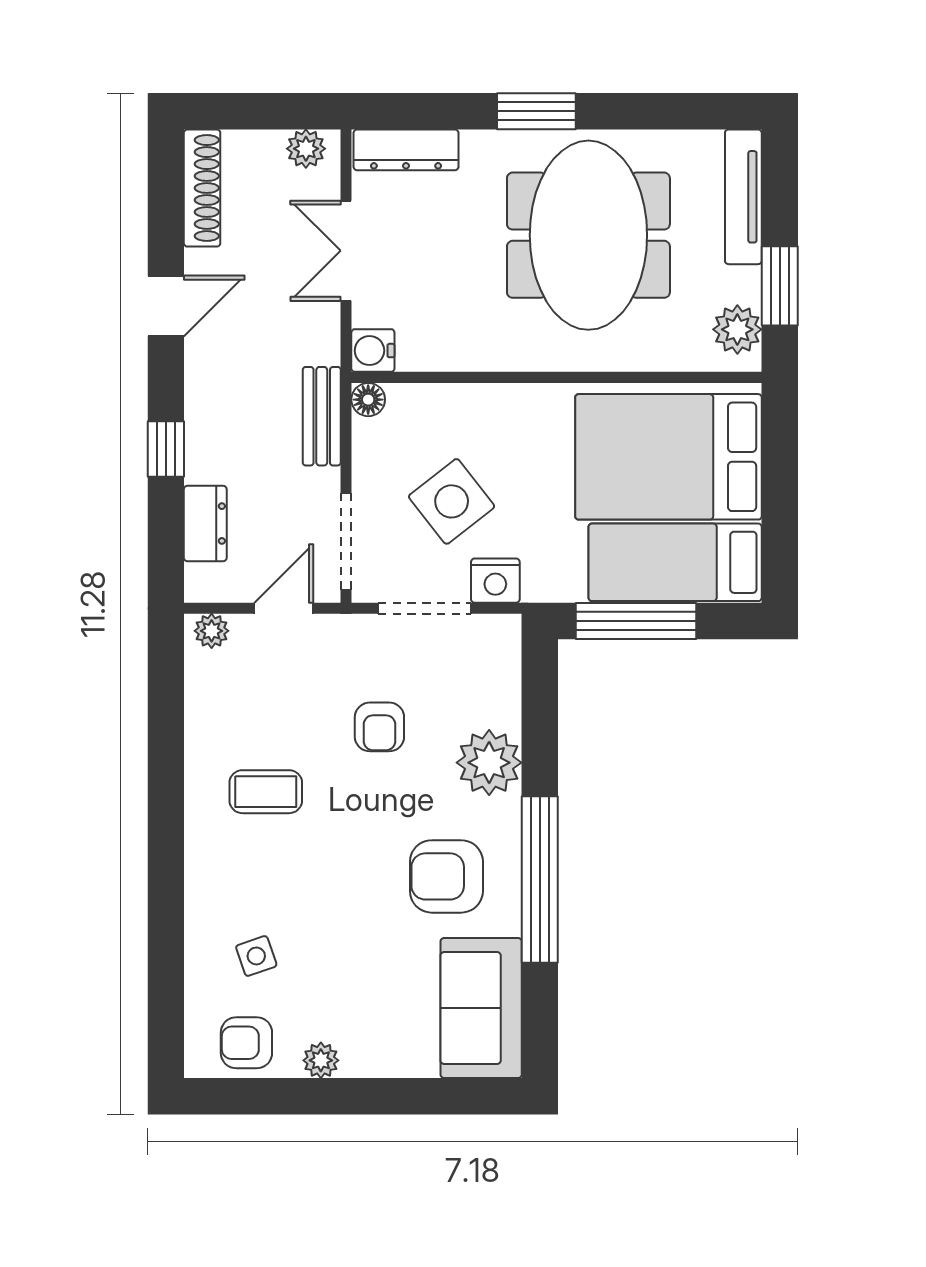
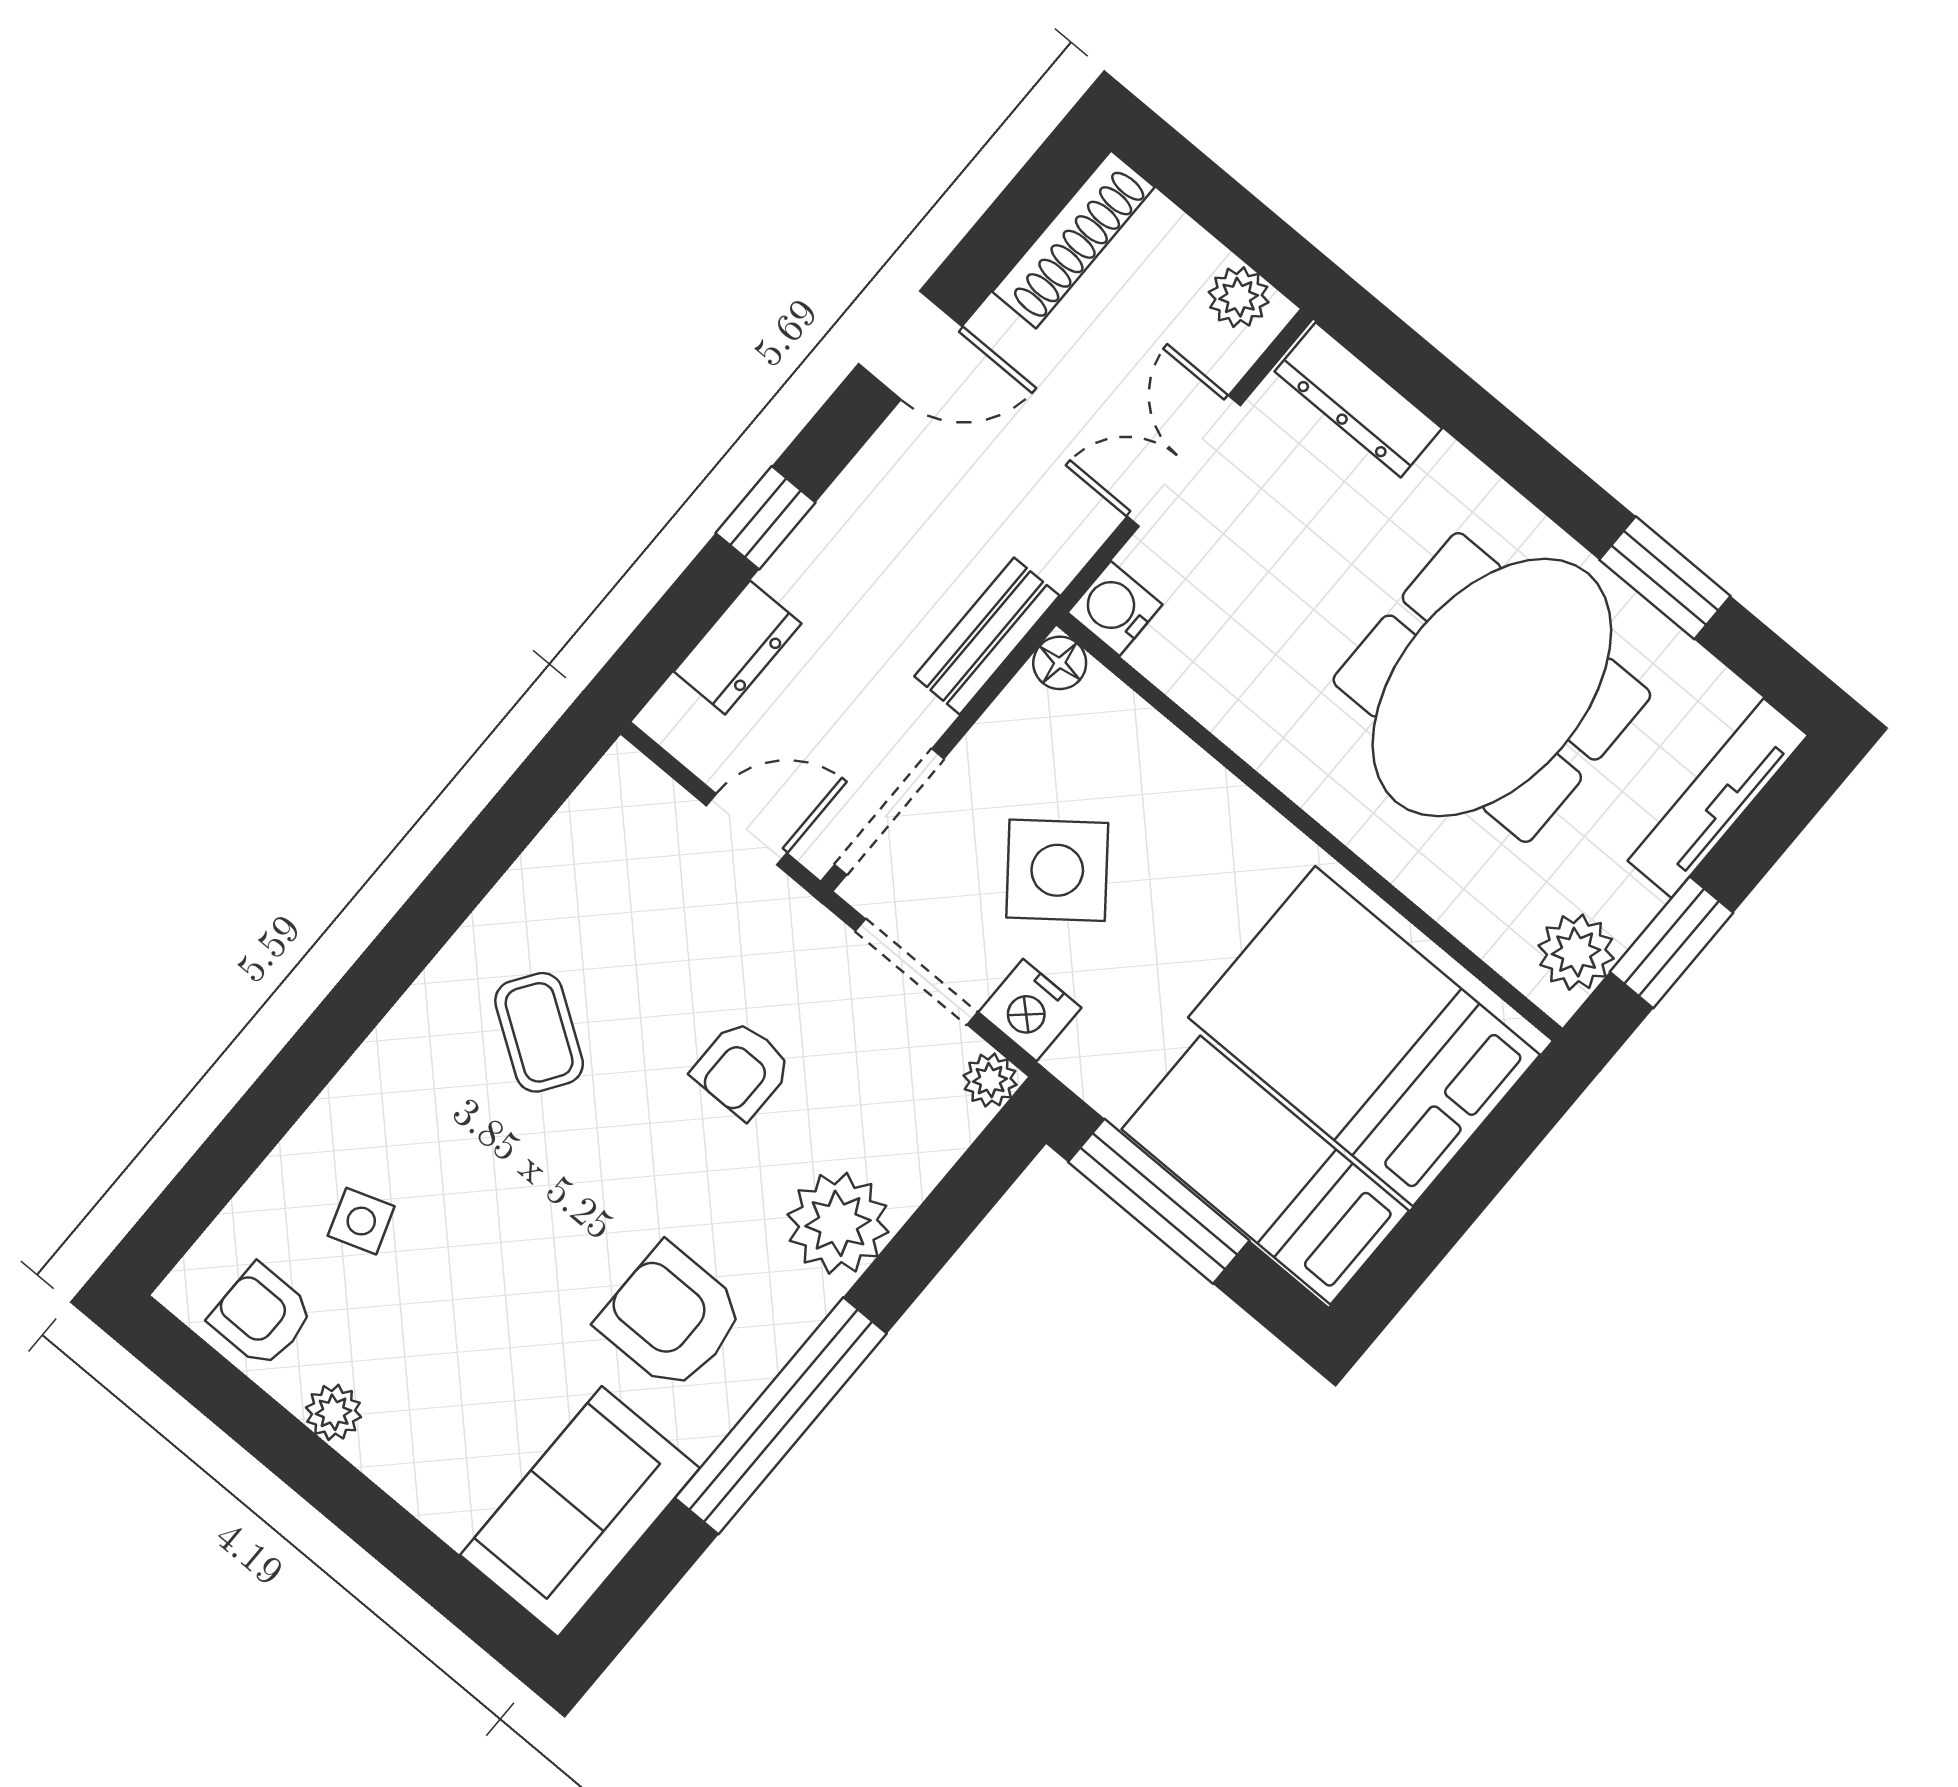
window: (536, 111) -> (1665, 578), moved
plant: (212, 631) -> (990, 1080), moved
coffee table: (266, 792) -> (539, 1032), turned 34

